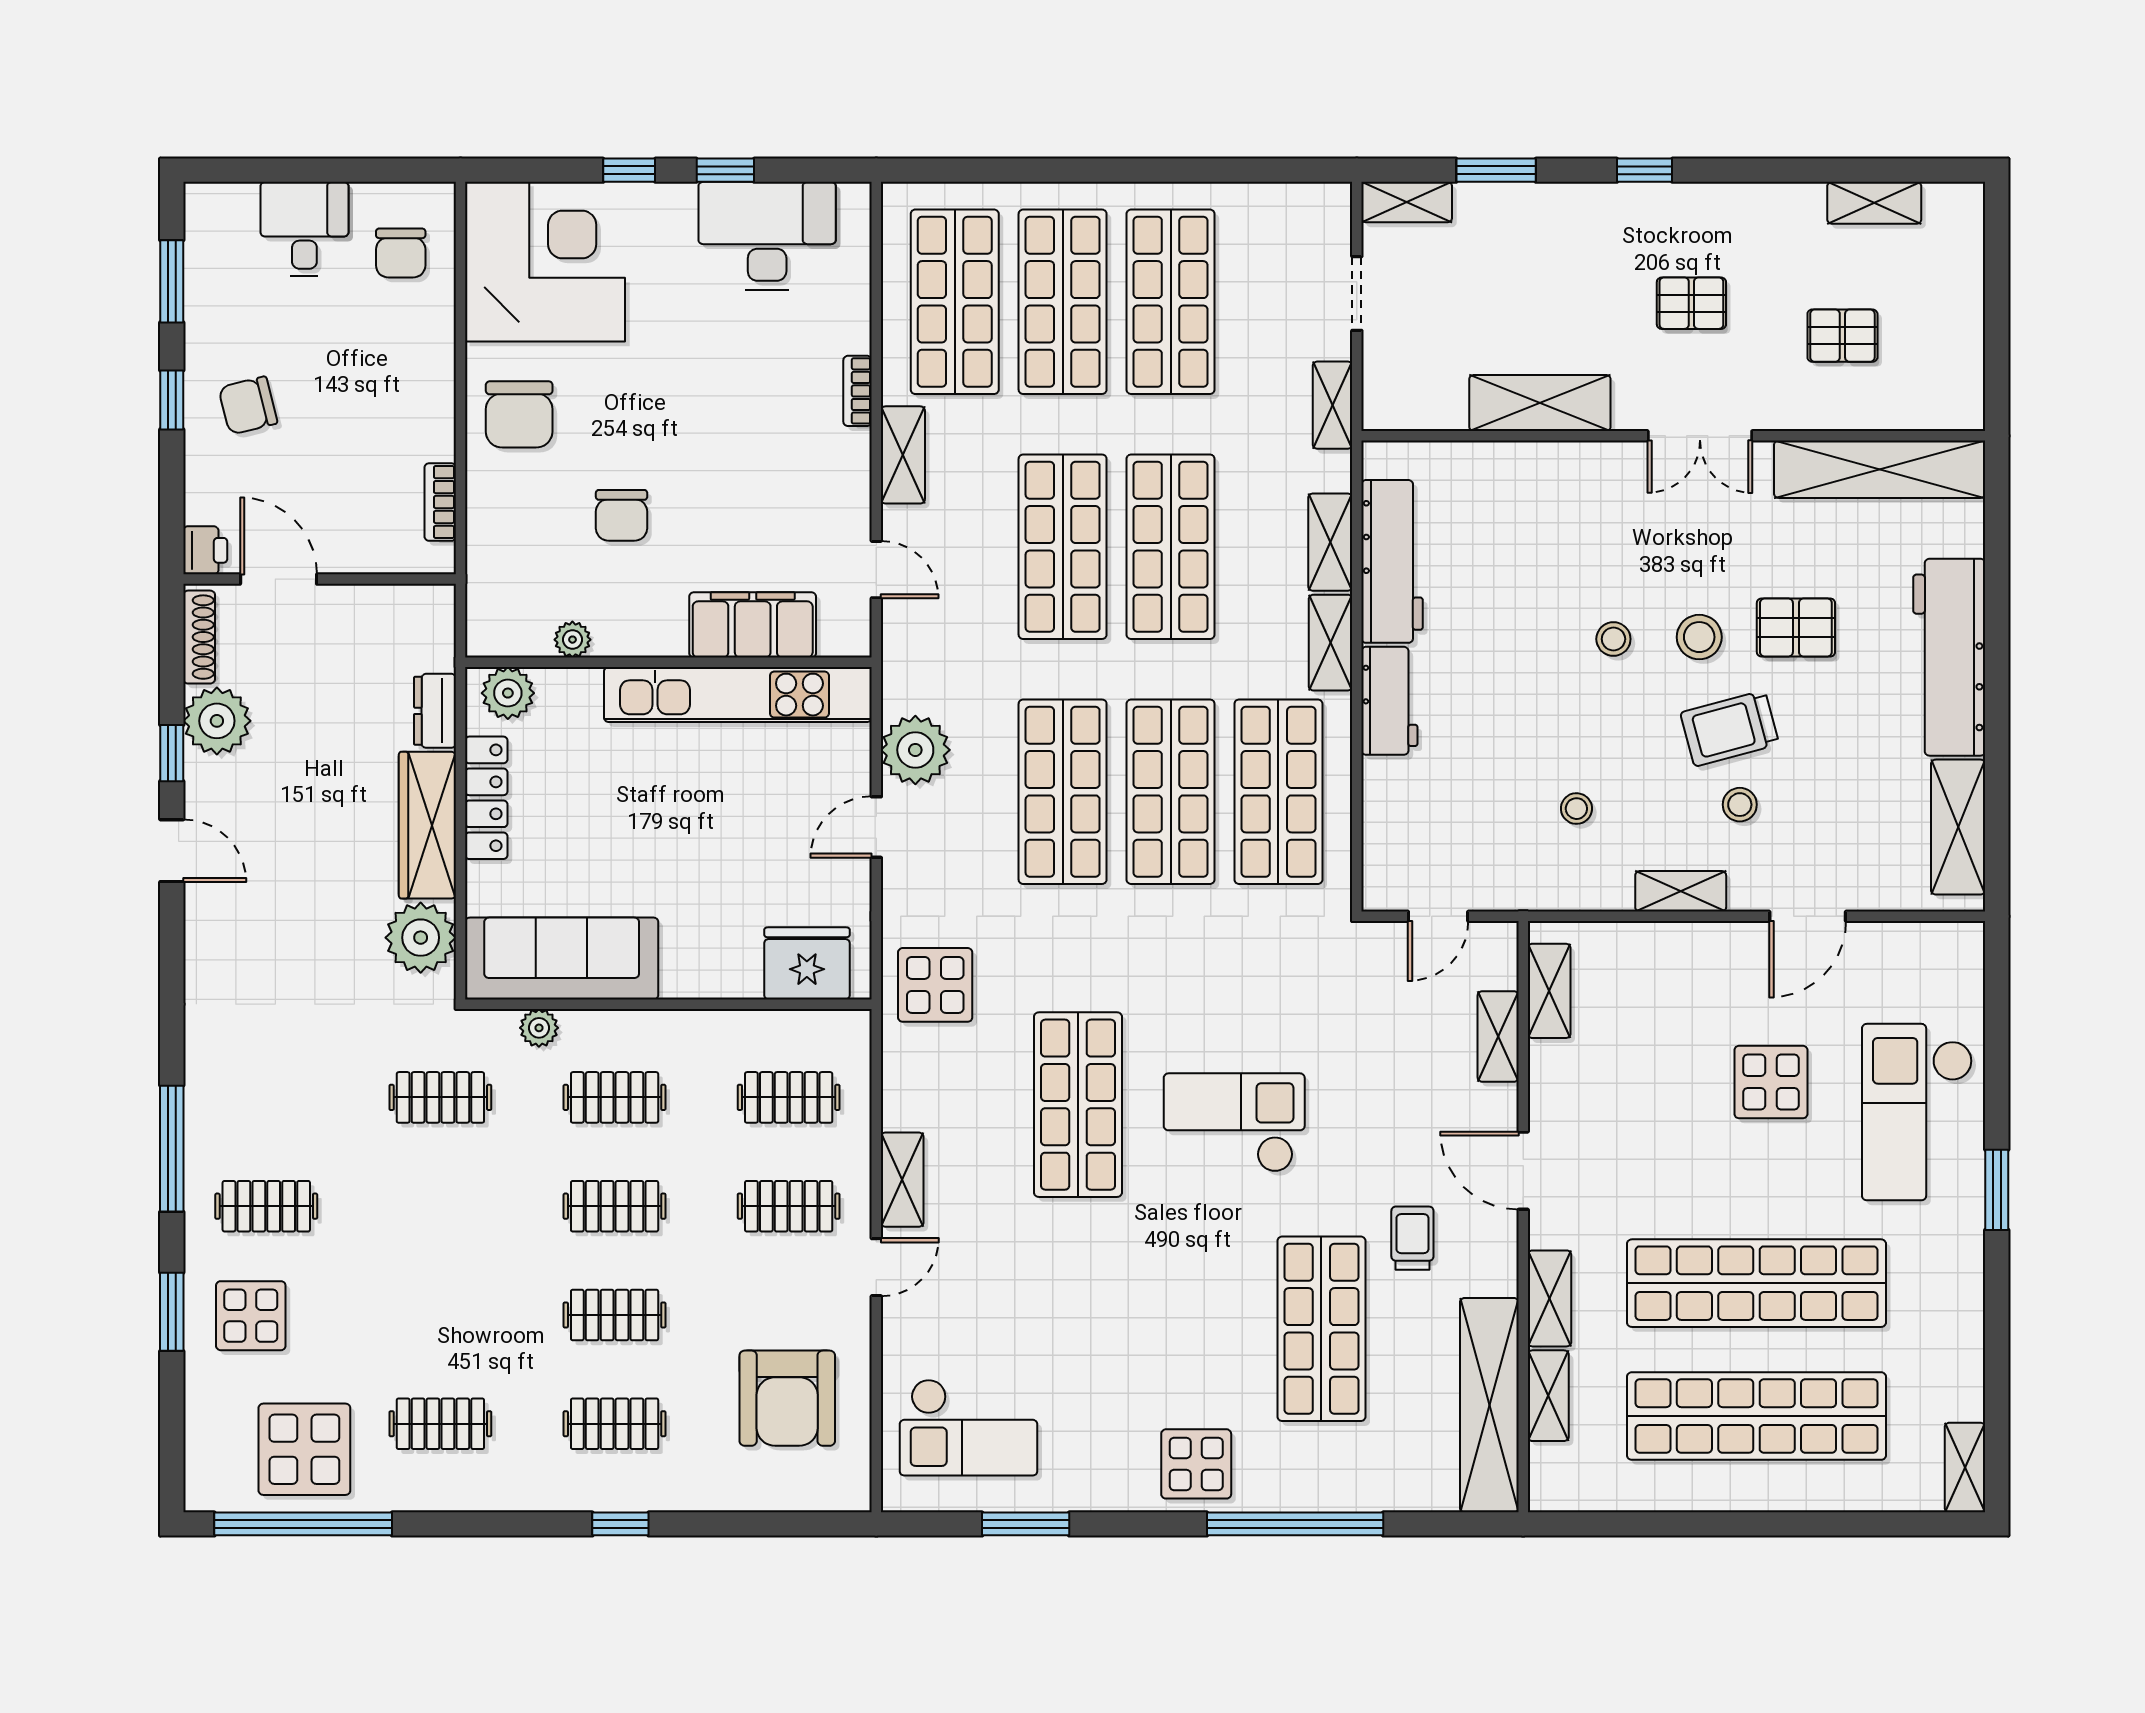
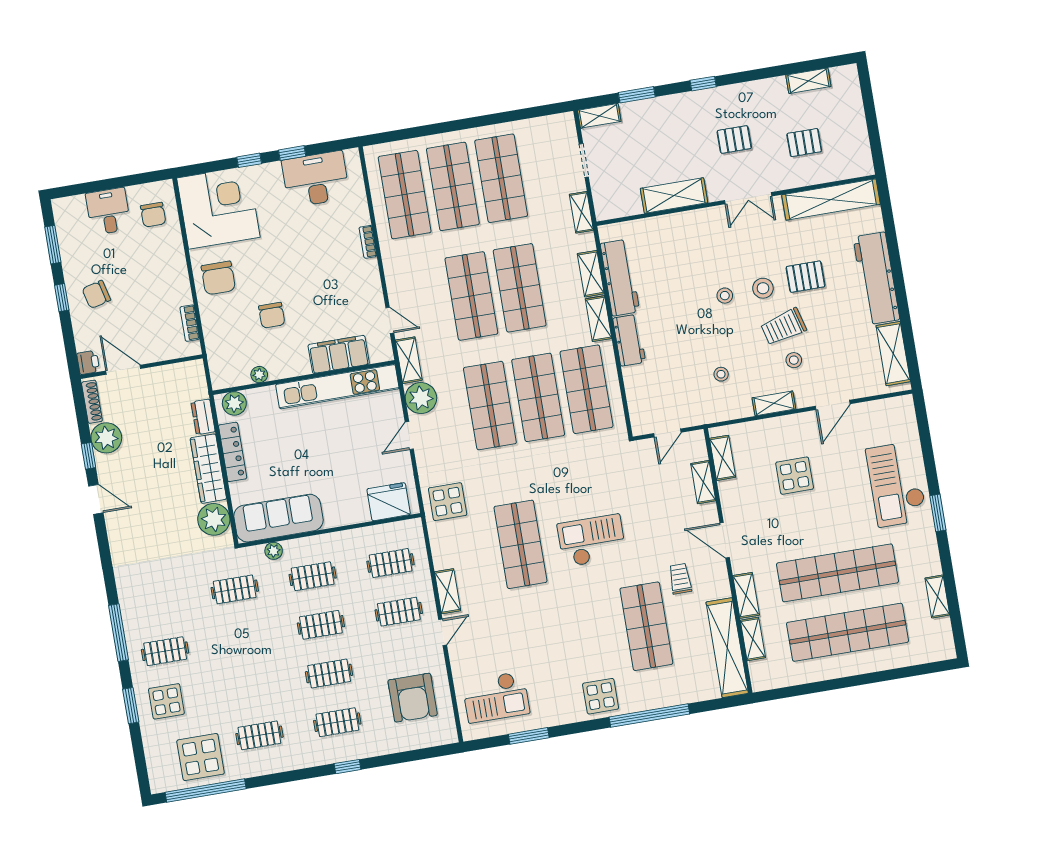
shelving: (903, 455) -> (409, 360), moved
display table: (1771, 1082) -> (795, 476), moved
shelving: (1965, 1468) -> (937, 597), moved

